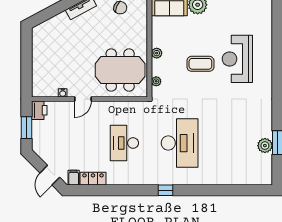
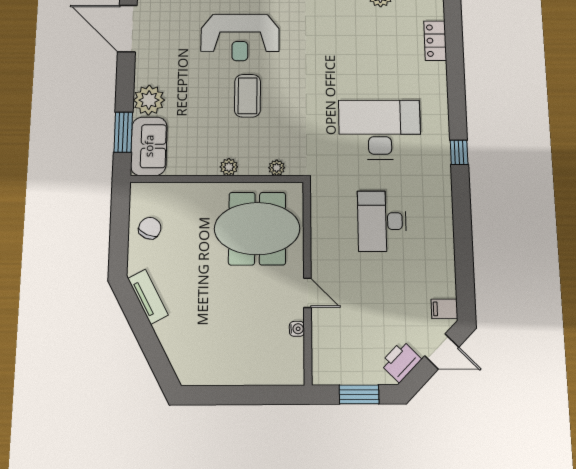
meeting table: (120, 70) -> (257, 229), turned 90
printer: (39, 110) -> (401, 361), moved, turned -45
desk: (124, 143) -> (382, 221), turned 90
locker: (93, 179) -> (435, 41), moved

